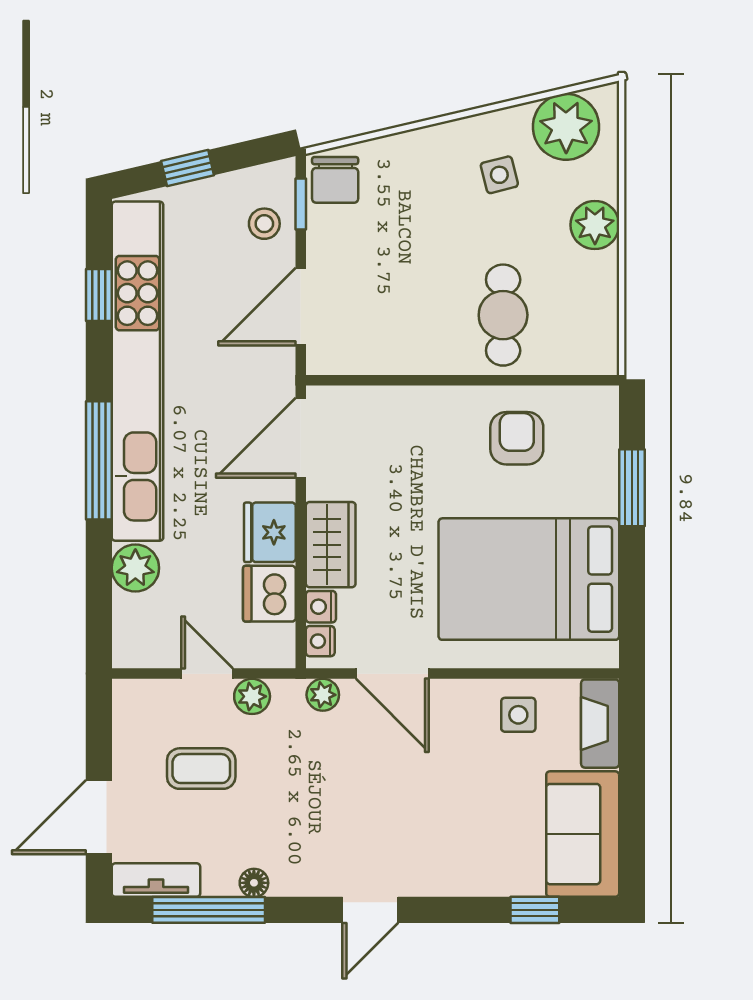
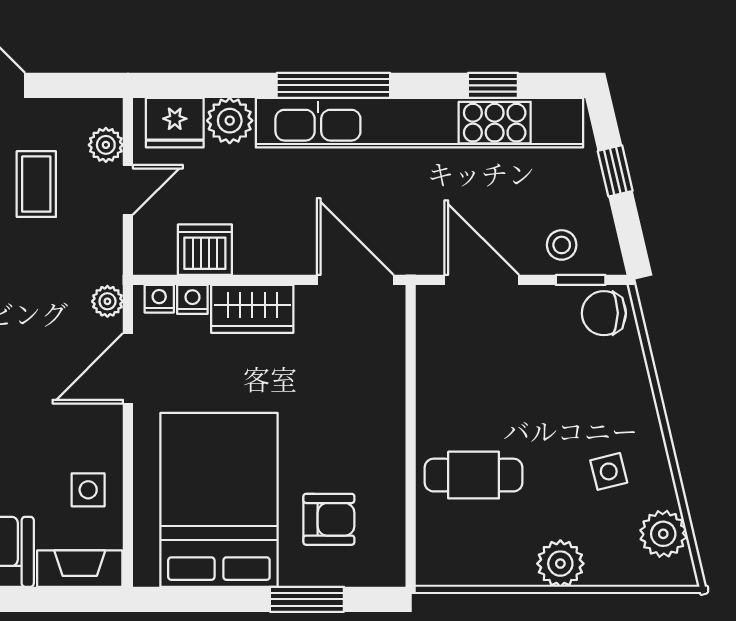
plant: (566, 127) -> (663, 534), width x0.73, depth x0.73
armchair: (517, 438) -> (329, 519), moved
fridge: (270, 532) -> (175, 123), moved, turned 180
plant: (252, 696) -> (106, 145), moved

